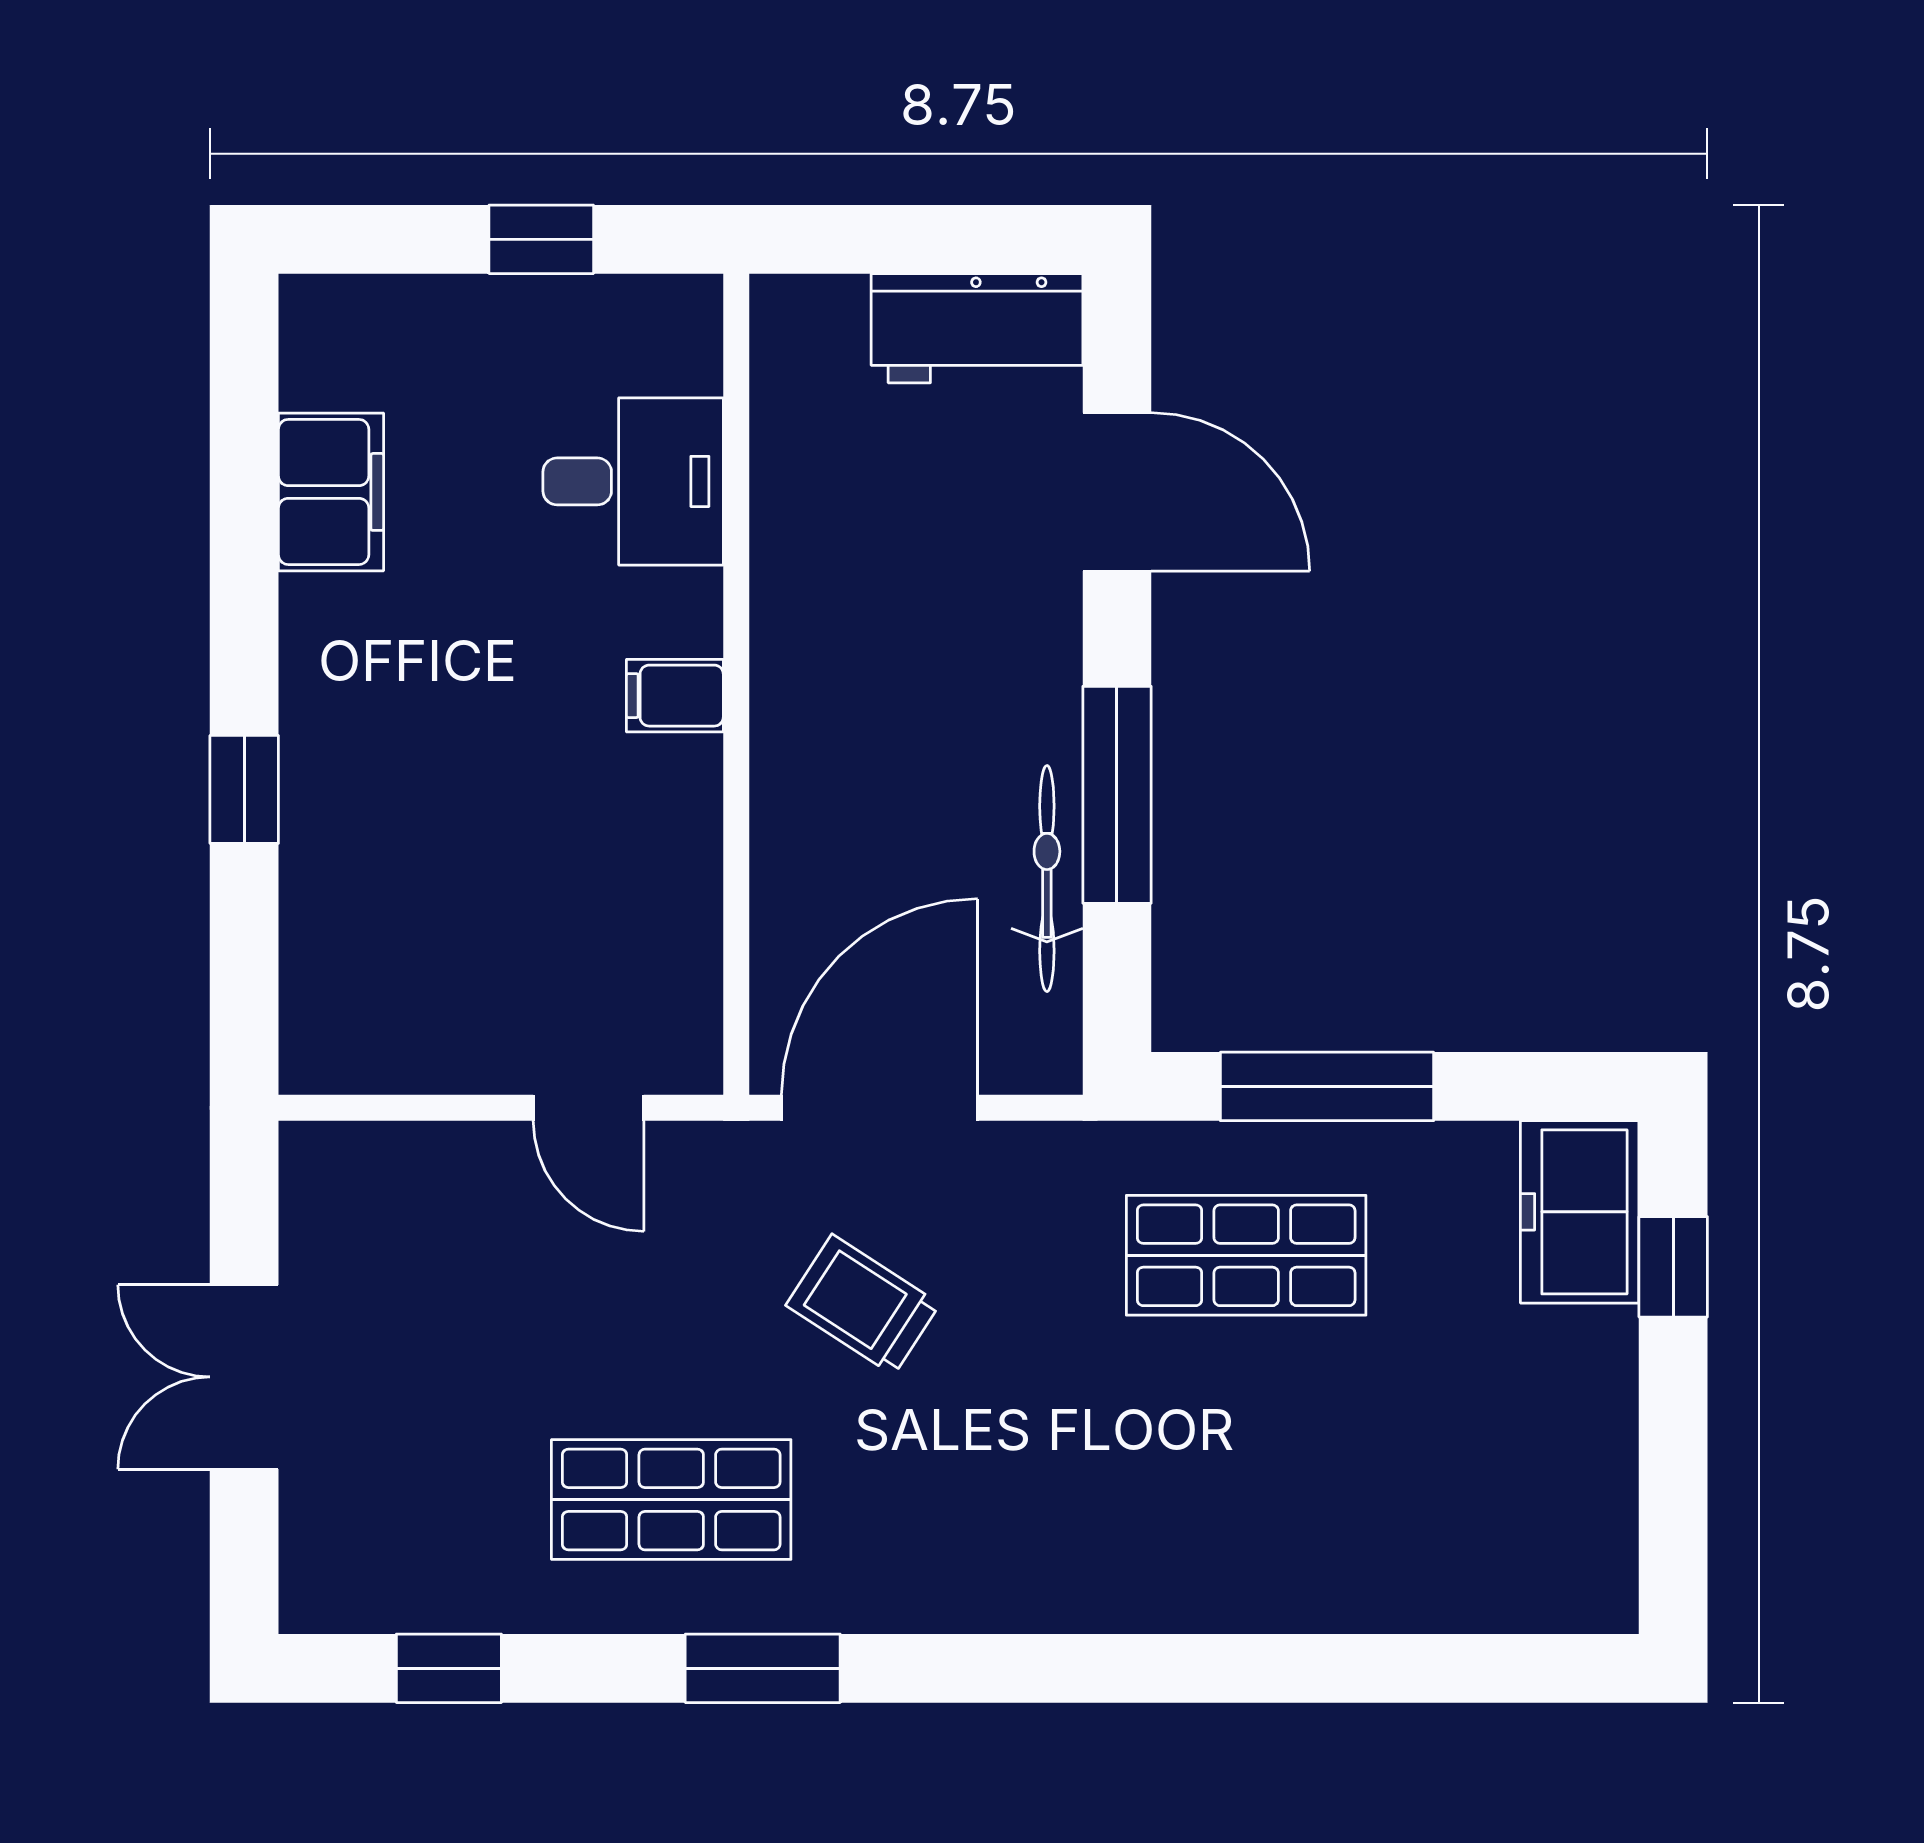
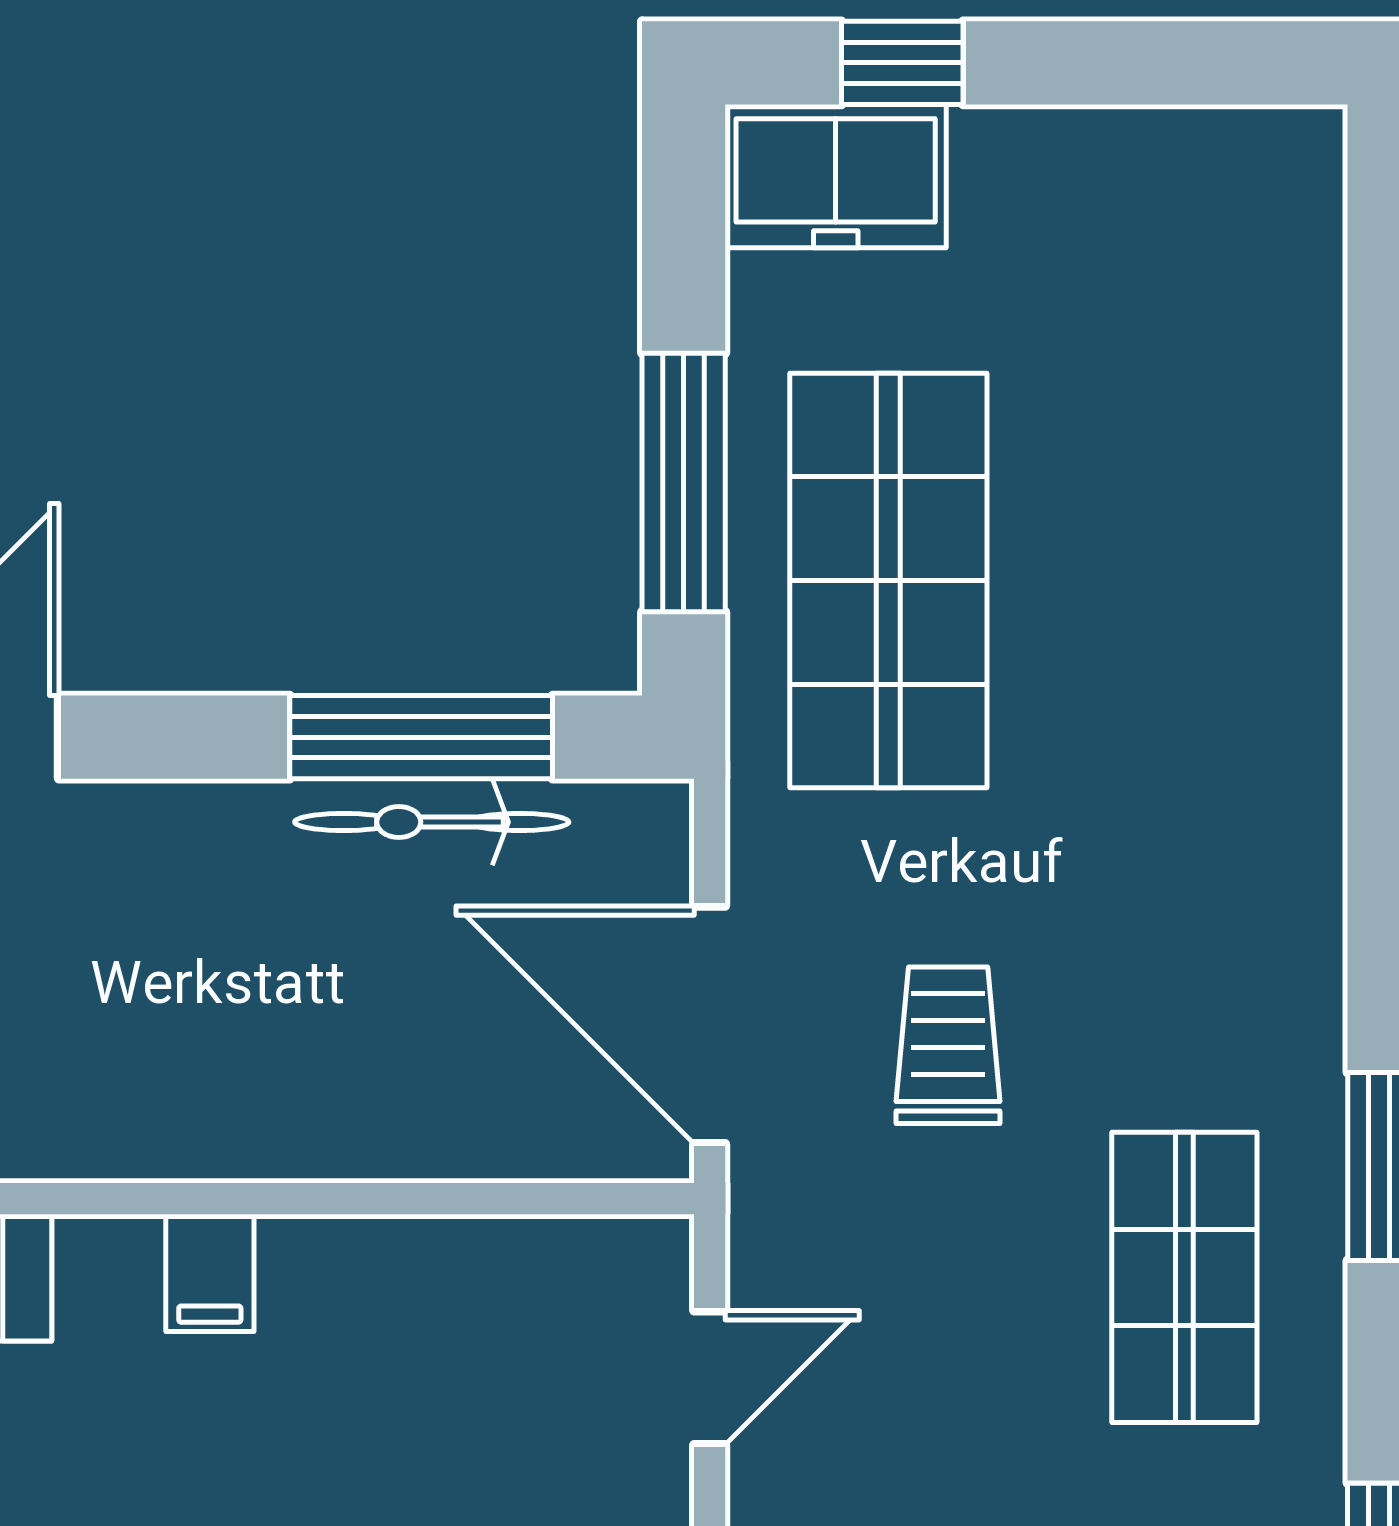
window: (1117, 795) -> (421, 737), moved
shop shelf: (1246, 1255) -> (888, 580), width x1.43, depth x1.36
trolley: (863, 1305) -> (948, 1045), turned 147

